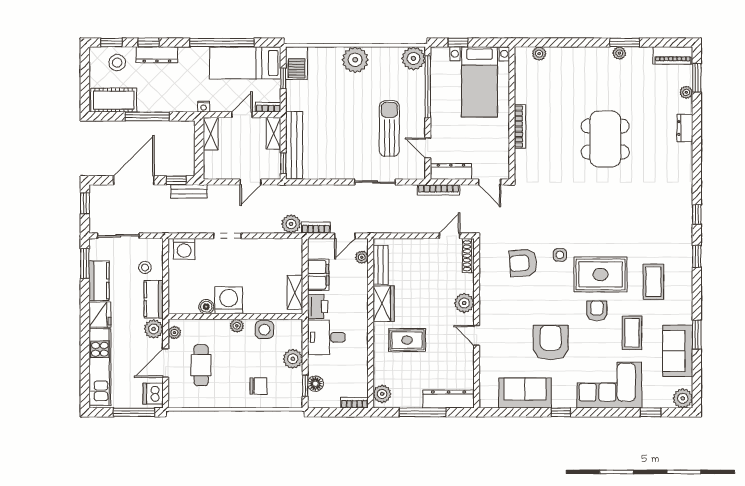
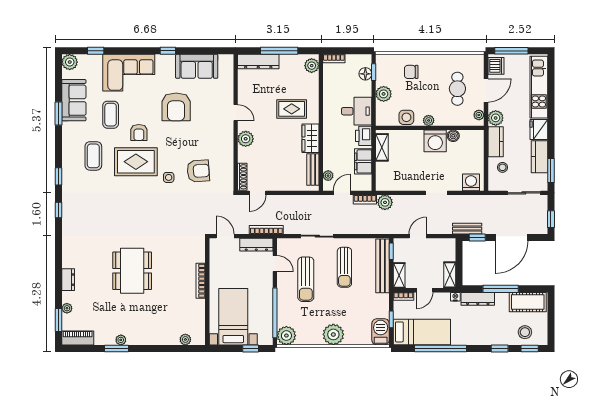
dresser: (157, 55) -> (478, 299), moved, turned 180
sun lounger: (341, 143) -> (344, 267), added

